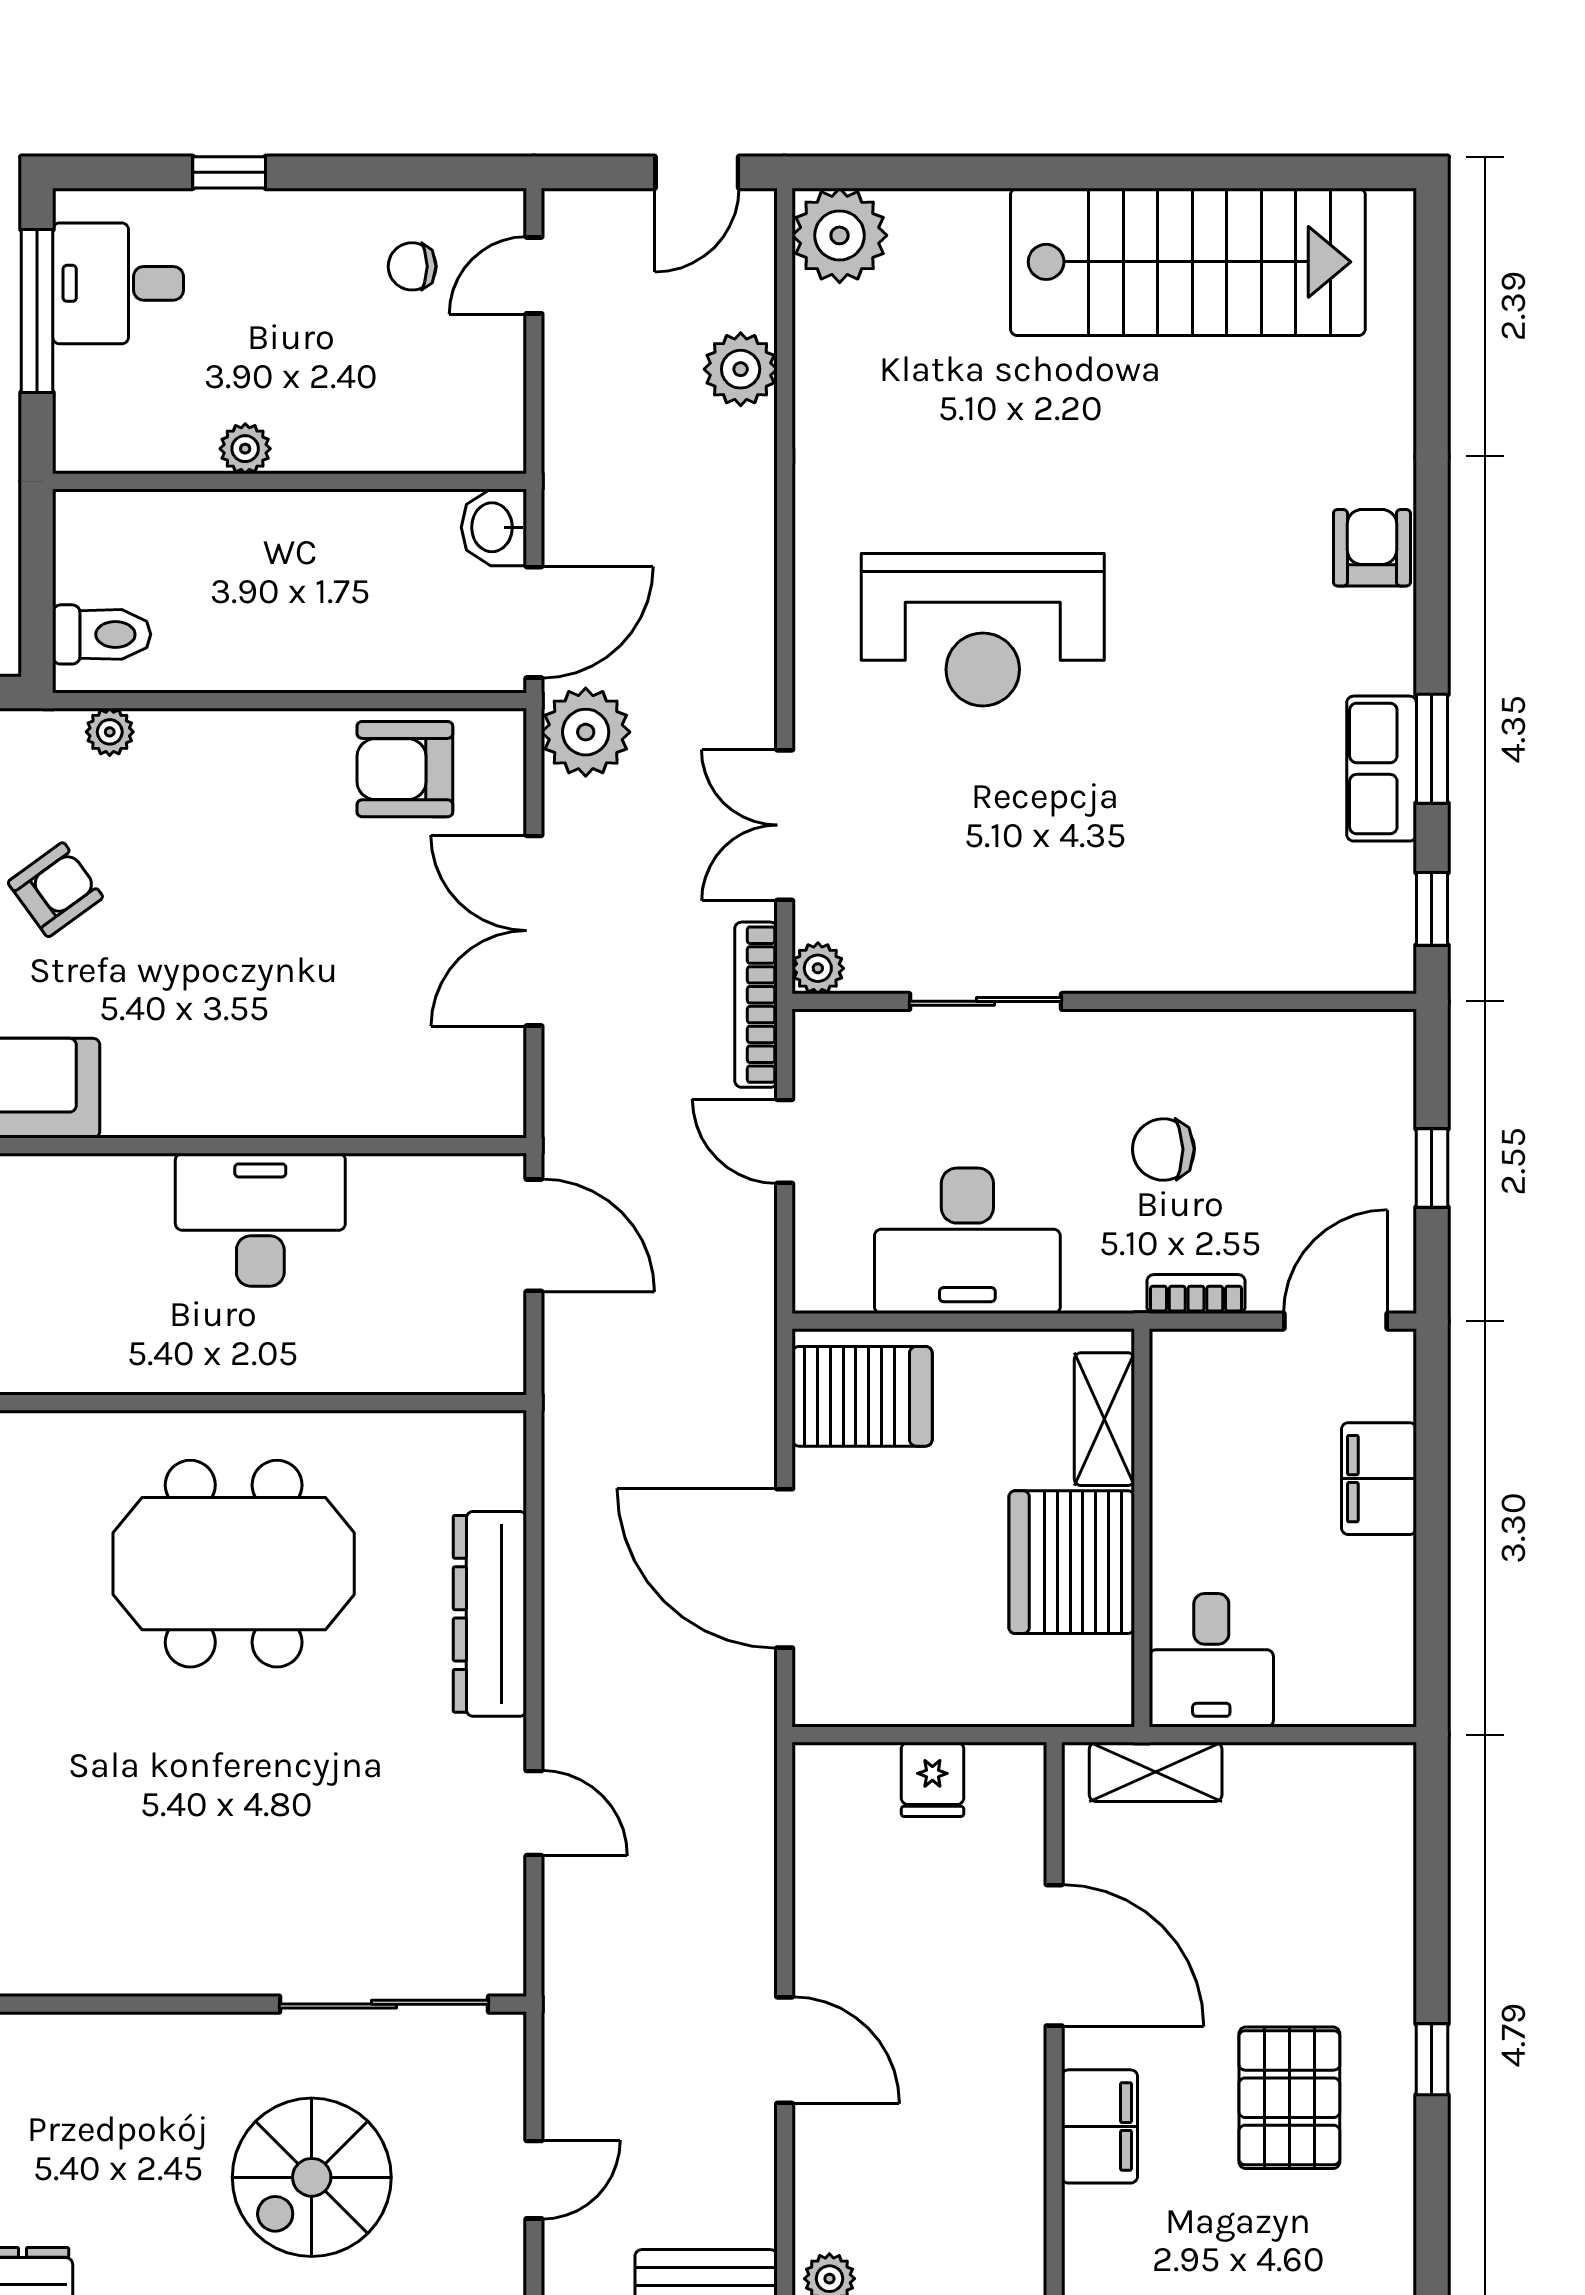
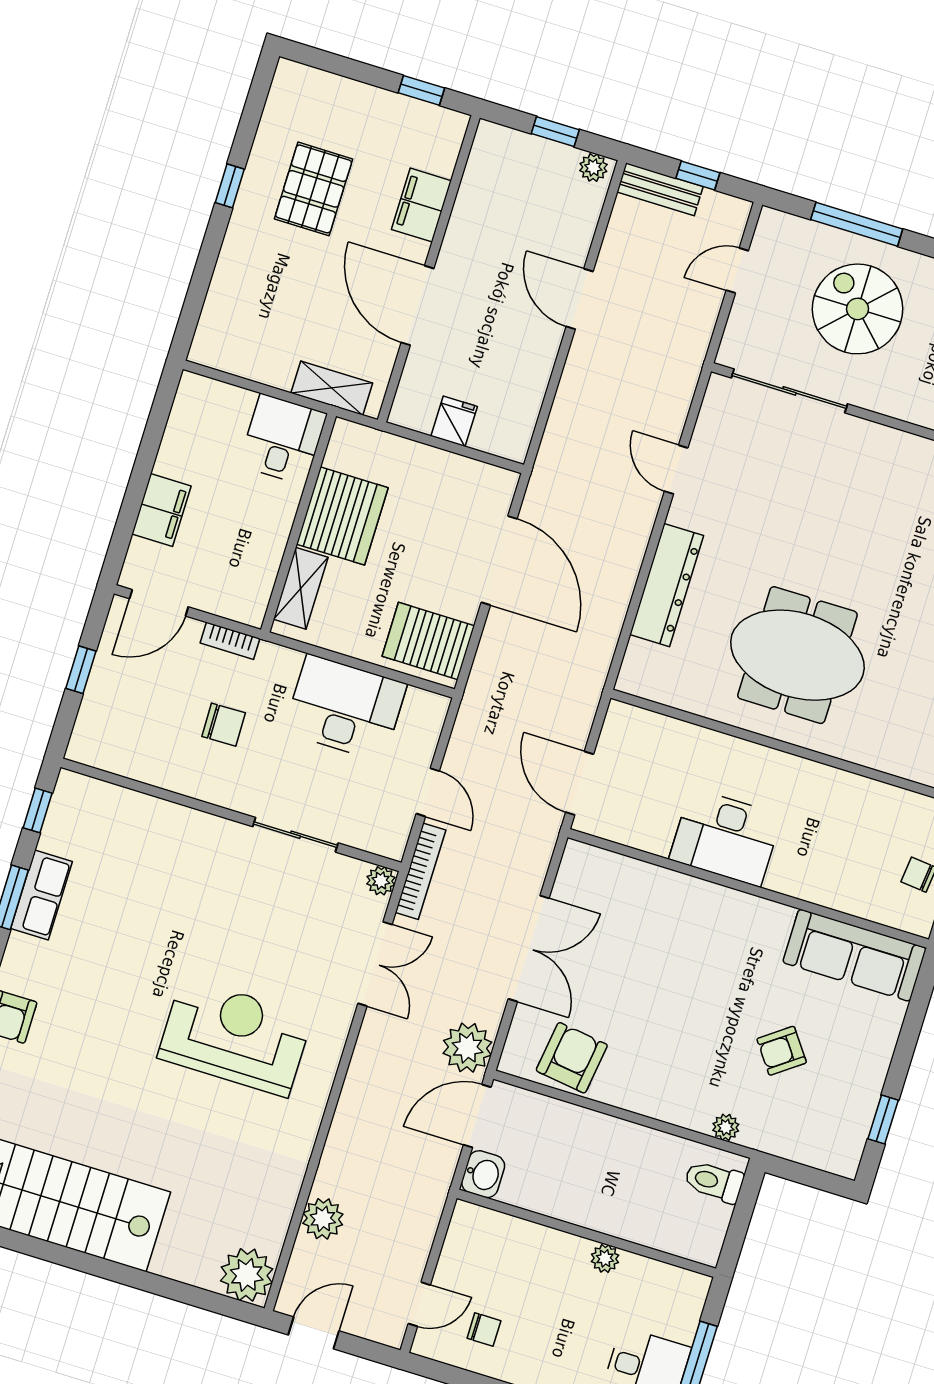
armchair: (405, 769) -> (572, 1058), turned -82
spiral stairs: (312, 2177) -> (858, 309), turned -90

